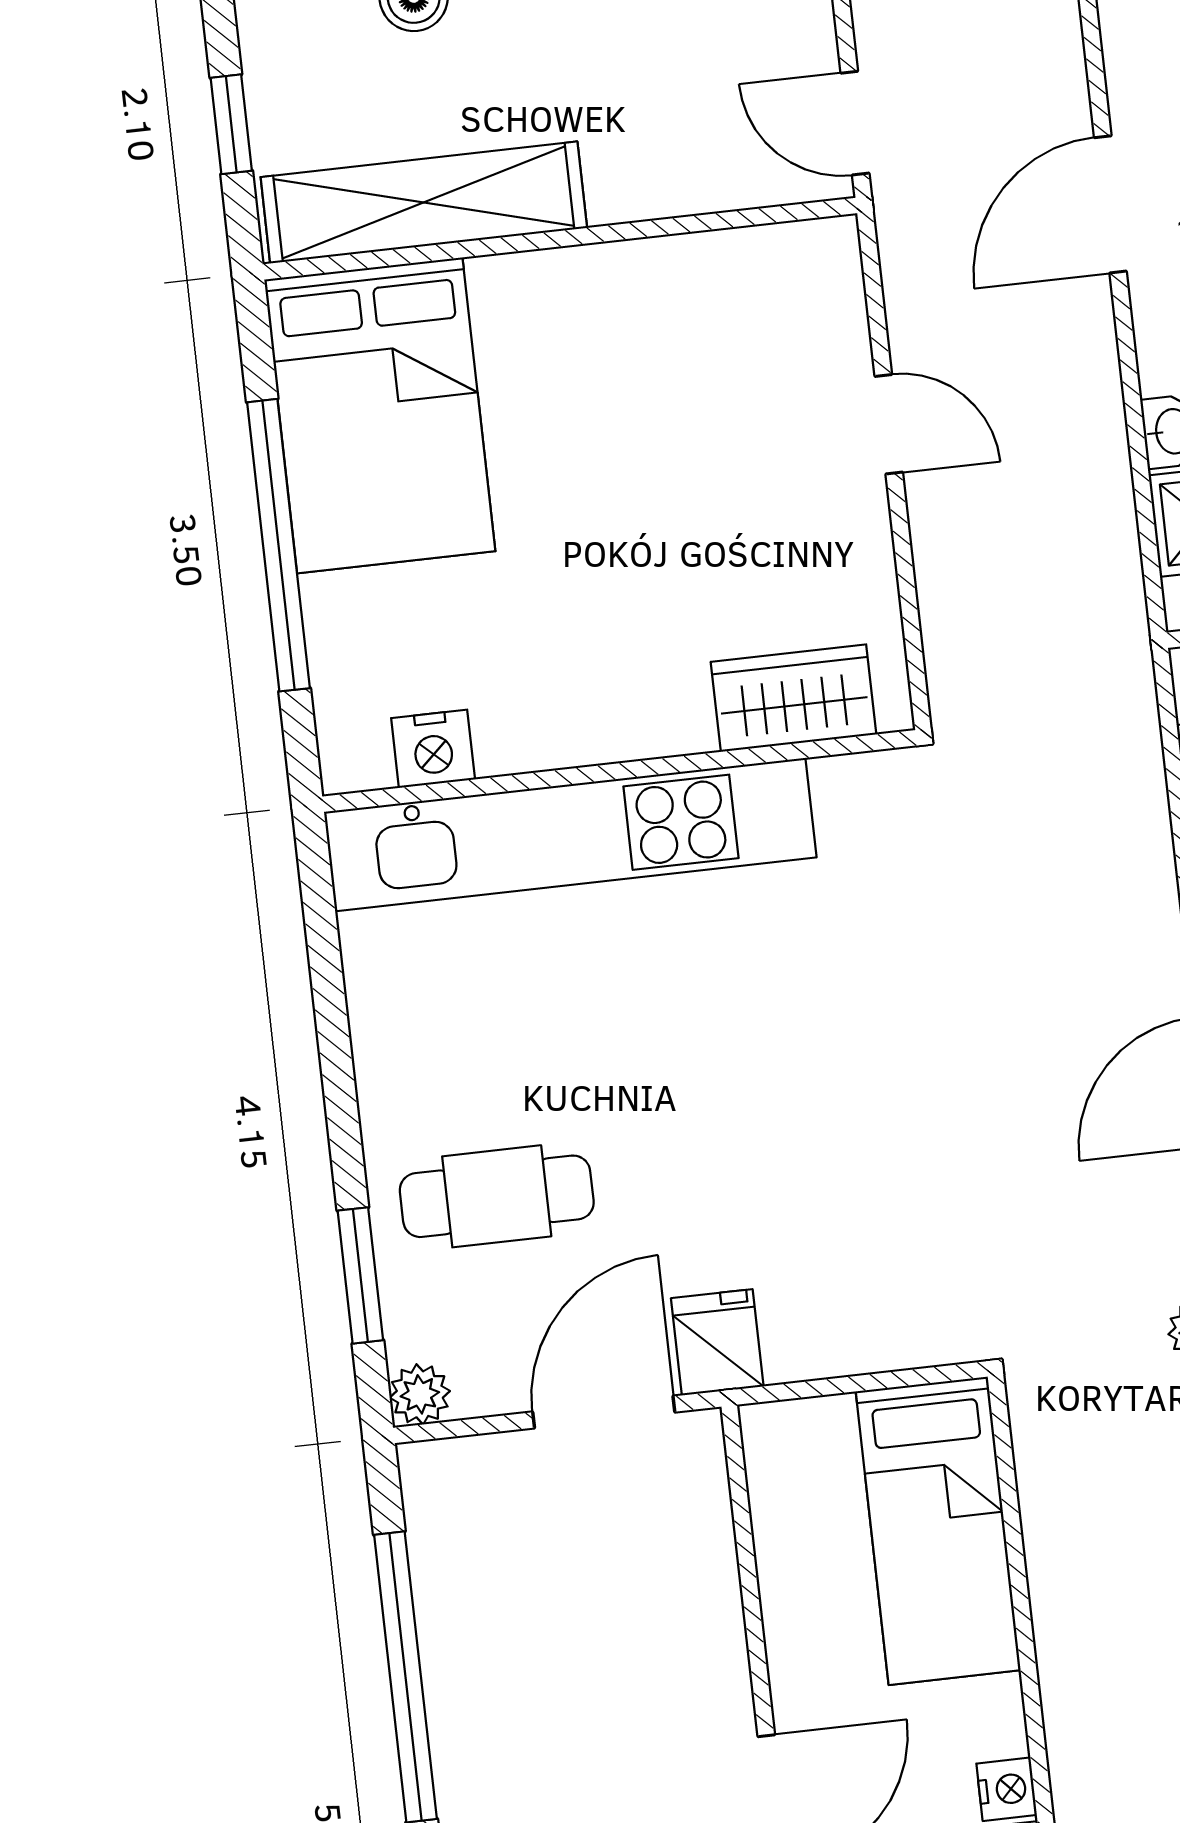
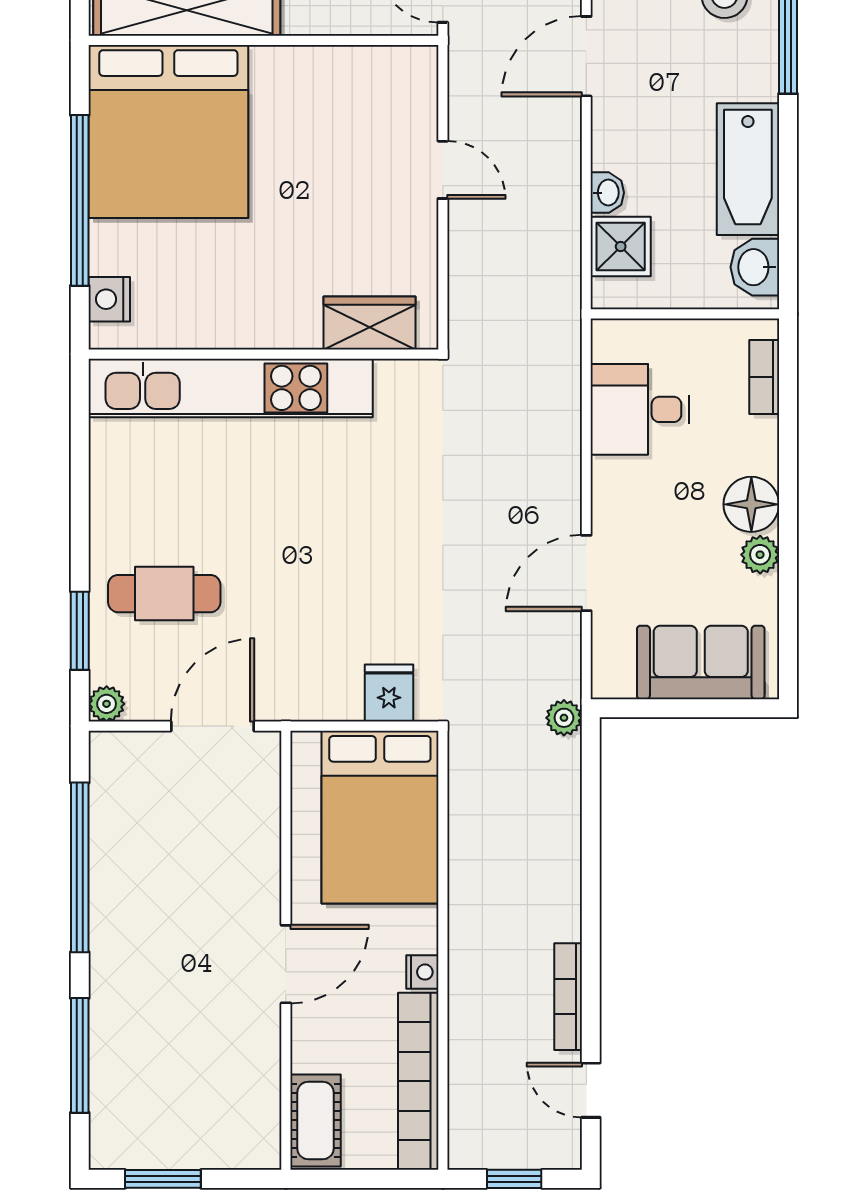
bed: (380, 415) -> (168, 131), width x1.36
nightstand: (433, 749) -> (109, 299), moved, turned 90
fridge: (717, 1342) -> (389, 693), moved
bed: (938, 1531) -> (380, 817), width x1.50

